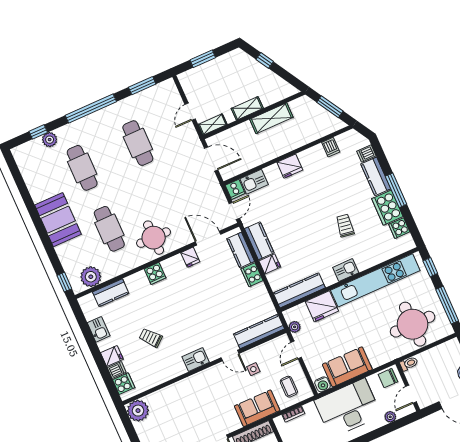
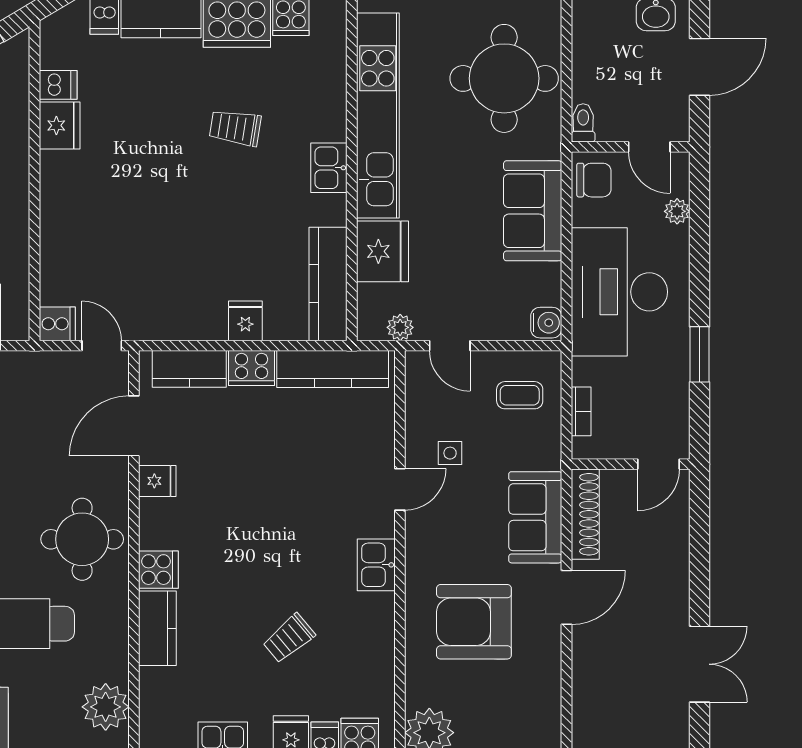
fridge: (290, 166) -> (60, 125), moved
kitchen sink: (254, 182) -> (59, 277), removed
kitchen counter: (259, 241) -> (187, 321), removed
kitchen counter: (111, 293) -> (157, 628), moved
kitchen counter: (259, 331) -> (333, 369), moved, turned -90
sofa: (347, 367) -> (533, 211), moved
chair: (388, 378) -> (594, 180), turned -90
sofa: (257, 408) -> (535, 517), moved
armchair: (190, 409) -> (474, 622), added

